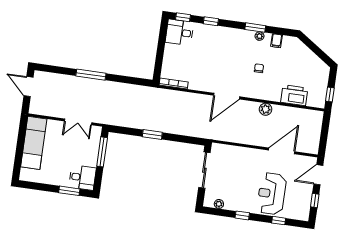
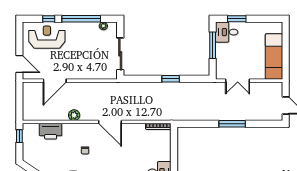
door: (227, 96) -> (110, 122), swing flipped
double door: (78, 122) -> (238, 81), swing flipped
window: (102, 152) -> (213, 45), moved
door: (318, 175) -> (19, 64), hinge flipped
reception desk: (272, 194) -> (47, 37), moved, turned -90
window: (315, 201) -> (19, 41), removed
window: (242, 215) -> (81, 19), width x3.17

